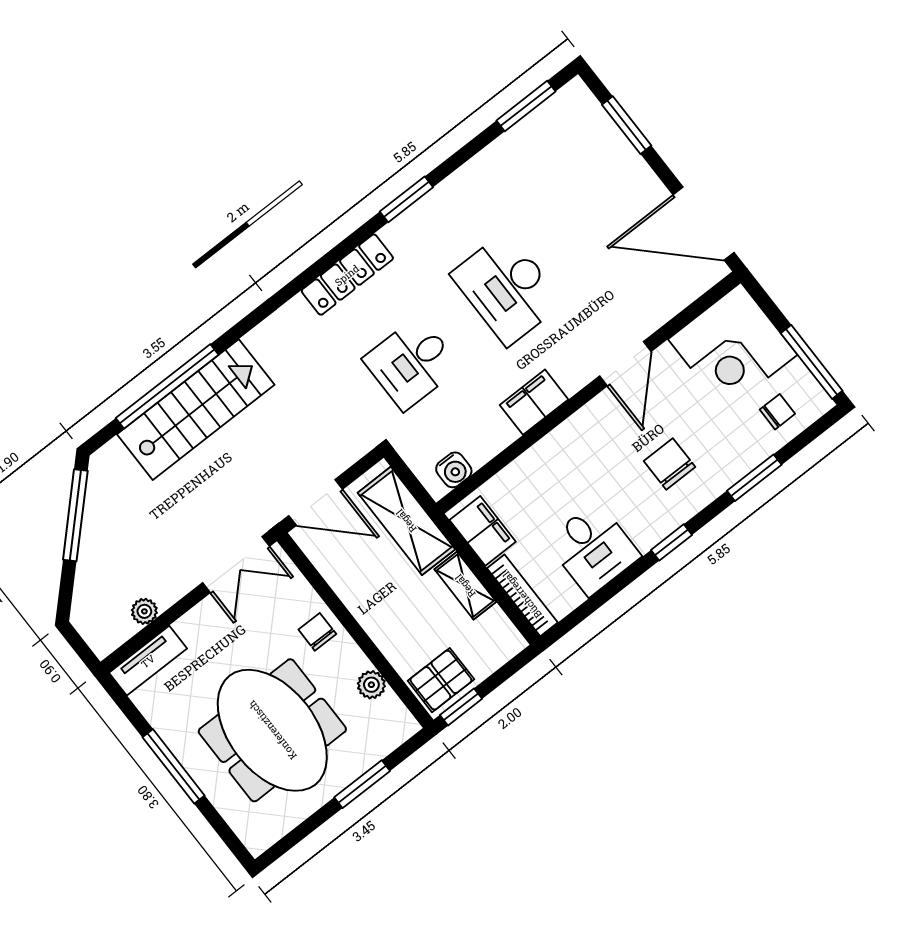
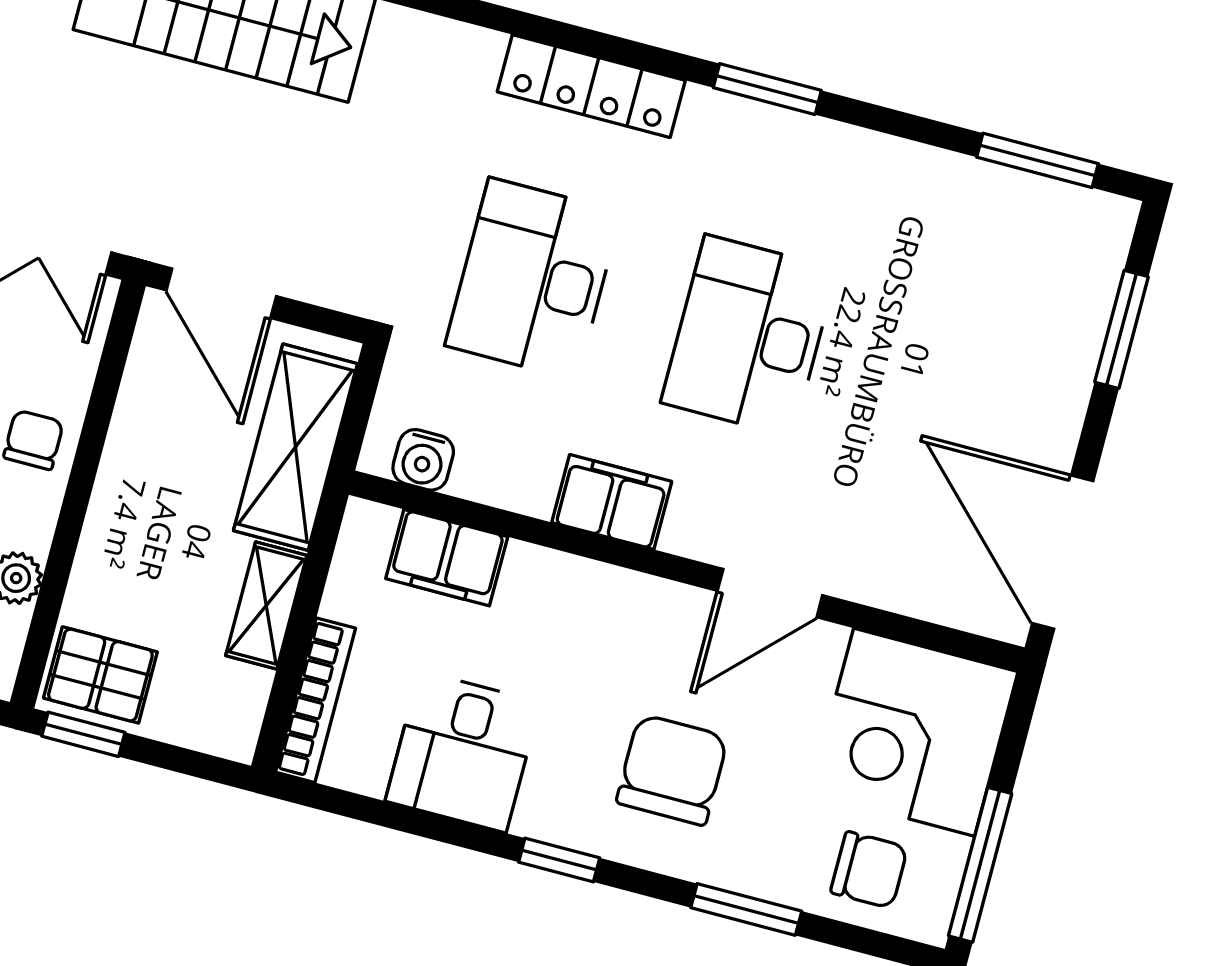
desk: (412, 363) -> (533, 279), width x1.37
chair: (777, 412) -> (869, 870), width x1.37, depth x1.37
chair: (670, 464) -> (672, 770), width x1.37, depth x1.37
filing cabinet: (483, 531) -> (447, 558), moved, turned 90

